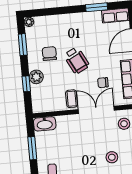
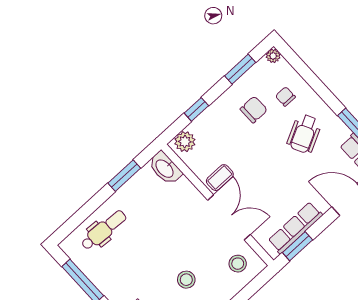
wheelchair: (77, 60) -> (304, 134), moved
plant: (36, 77) -> (185, 142), moved
chair: (103, 83) -> (285, 97), moved

